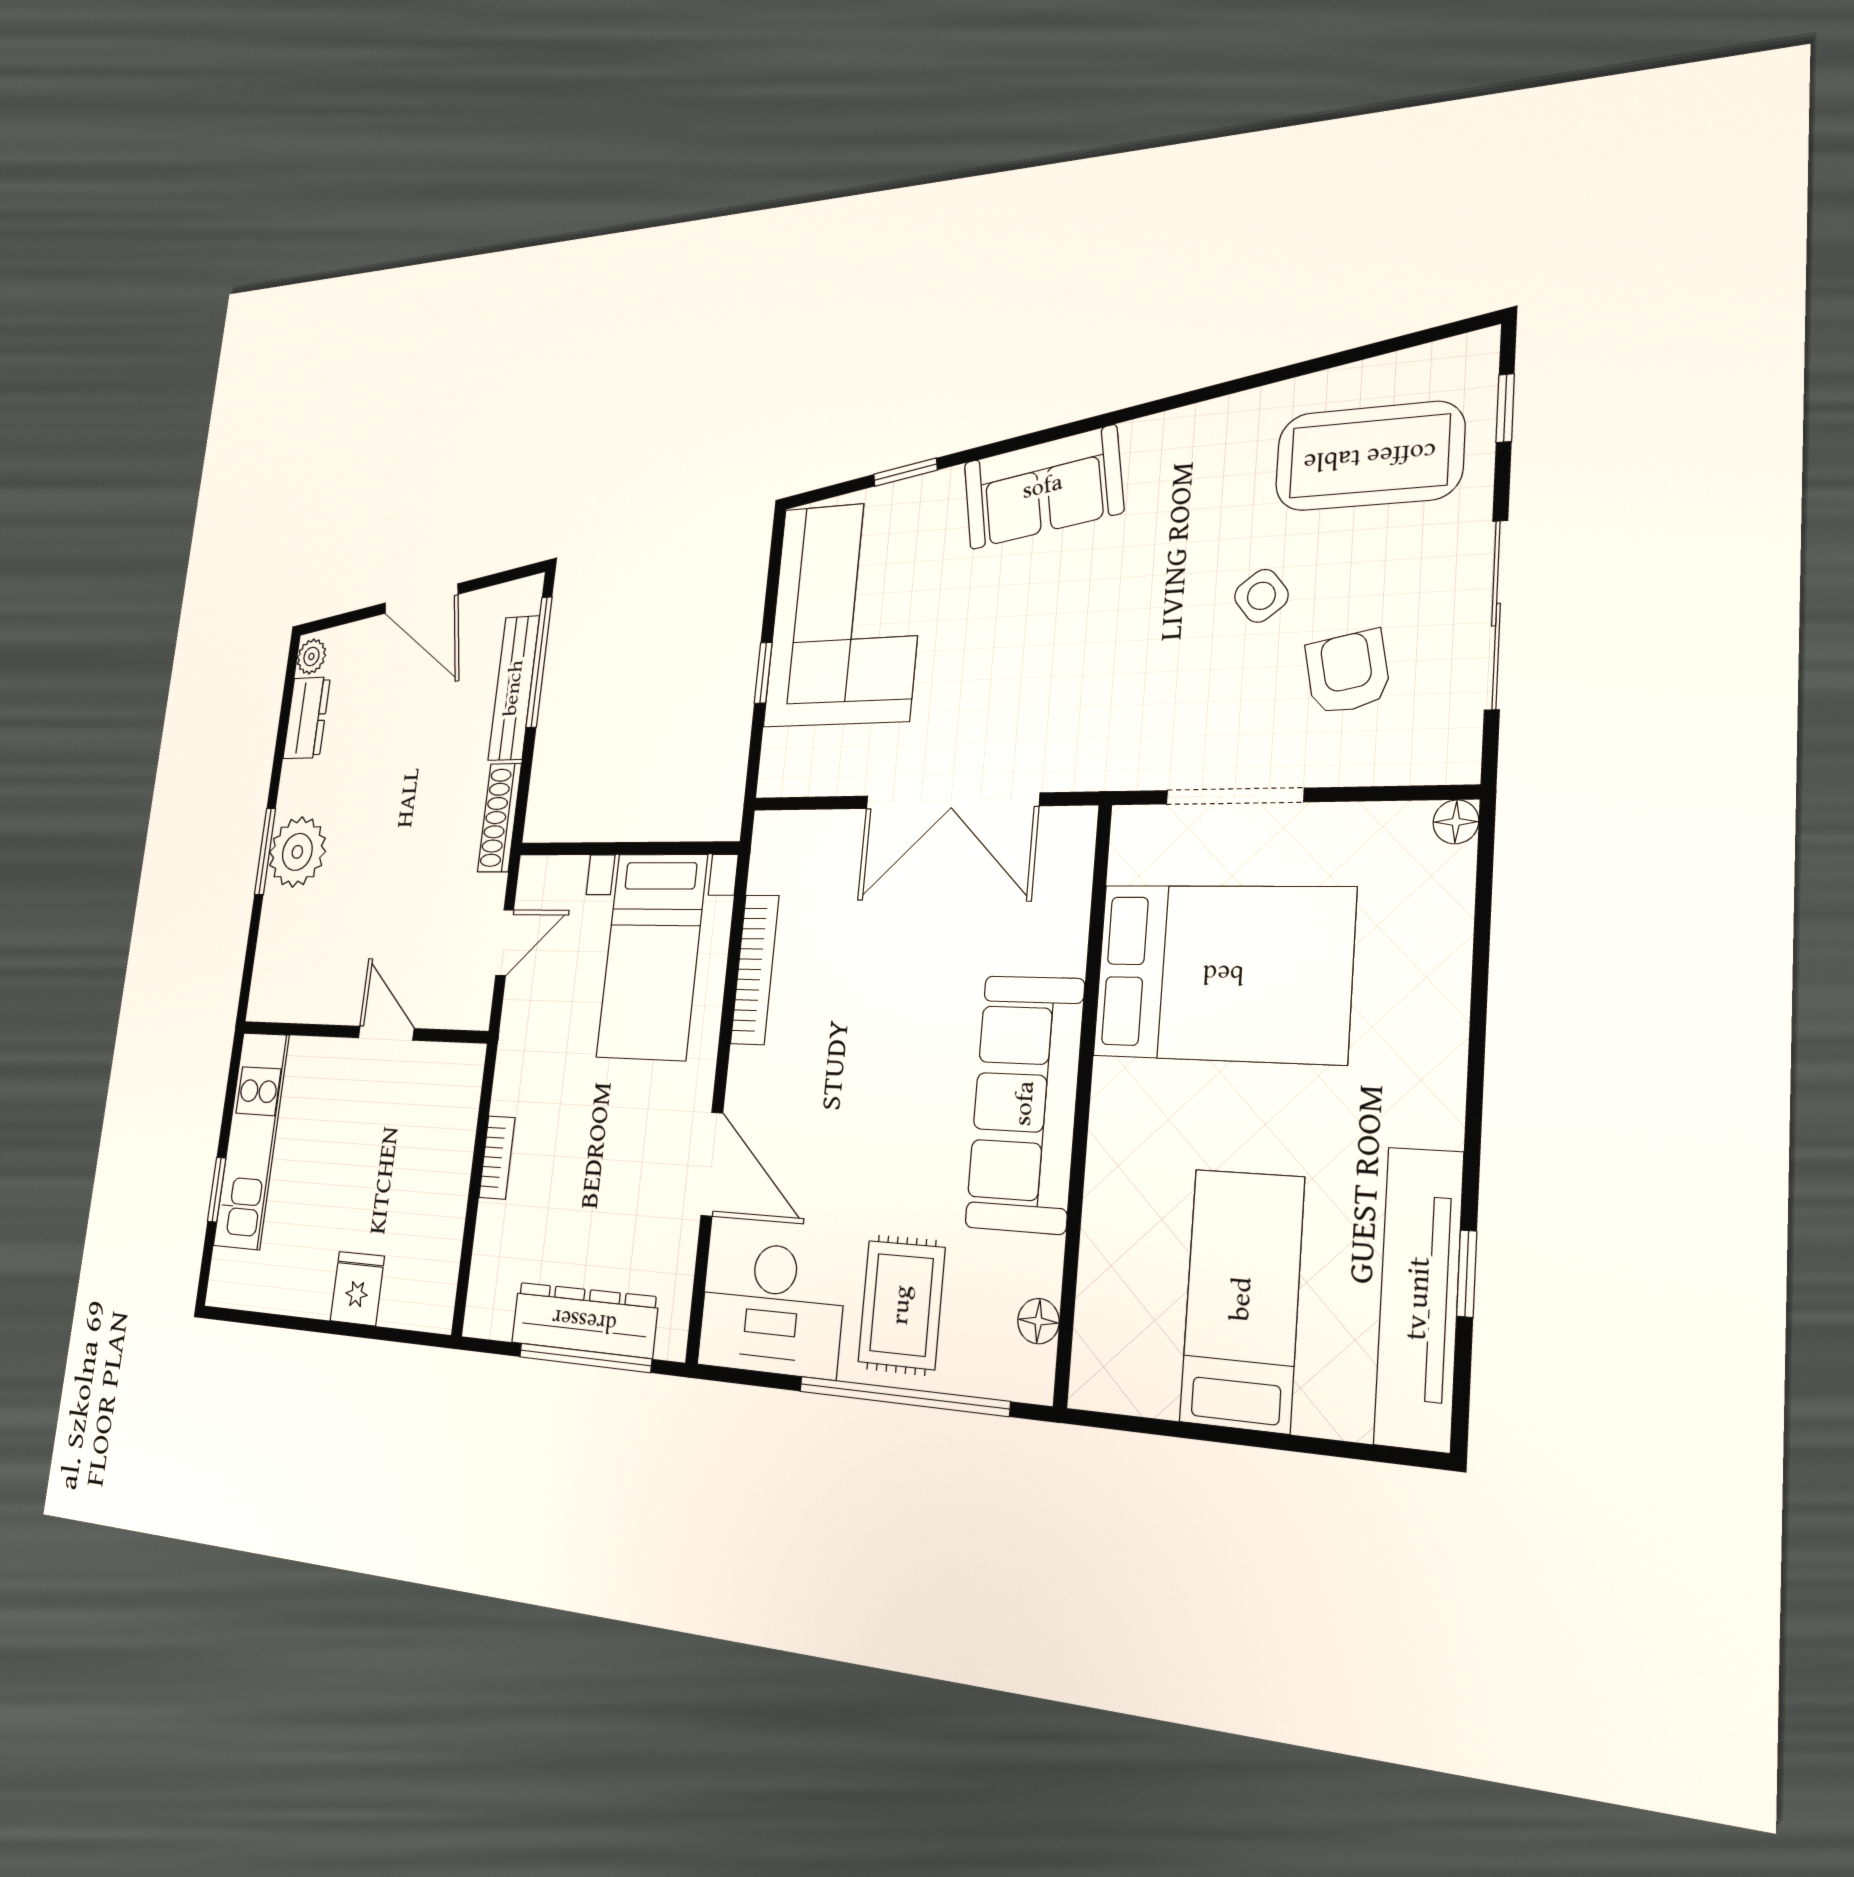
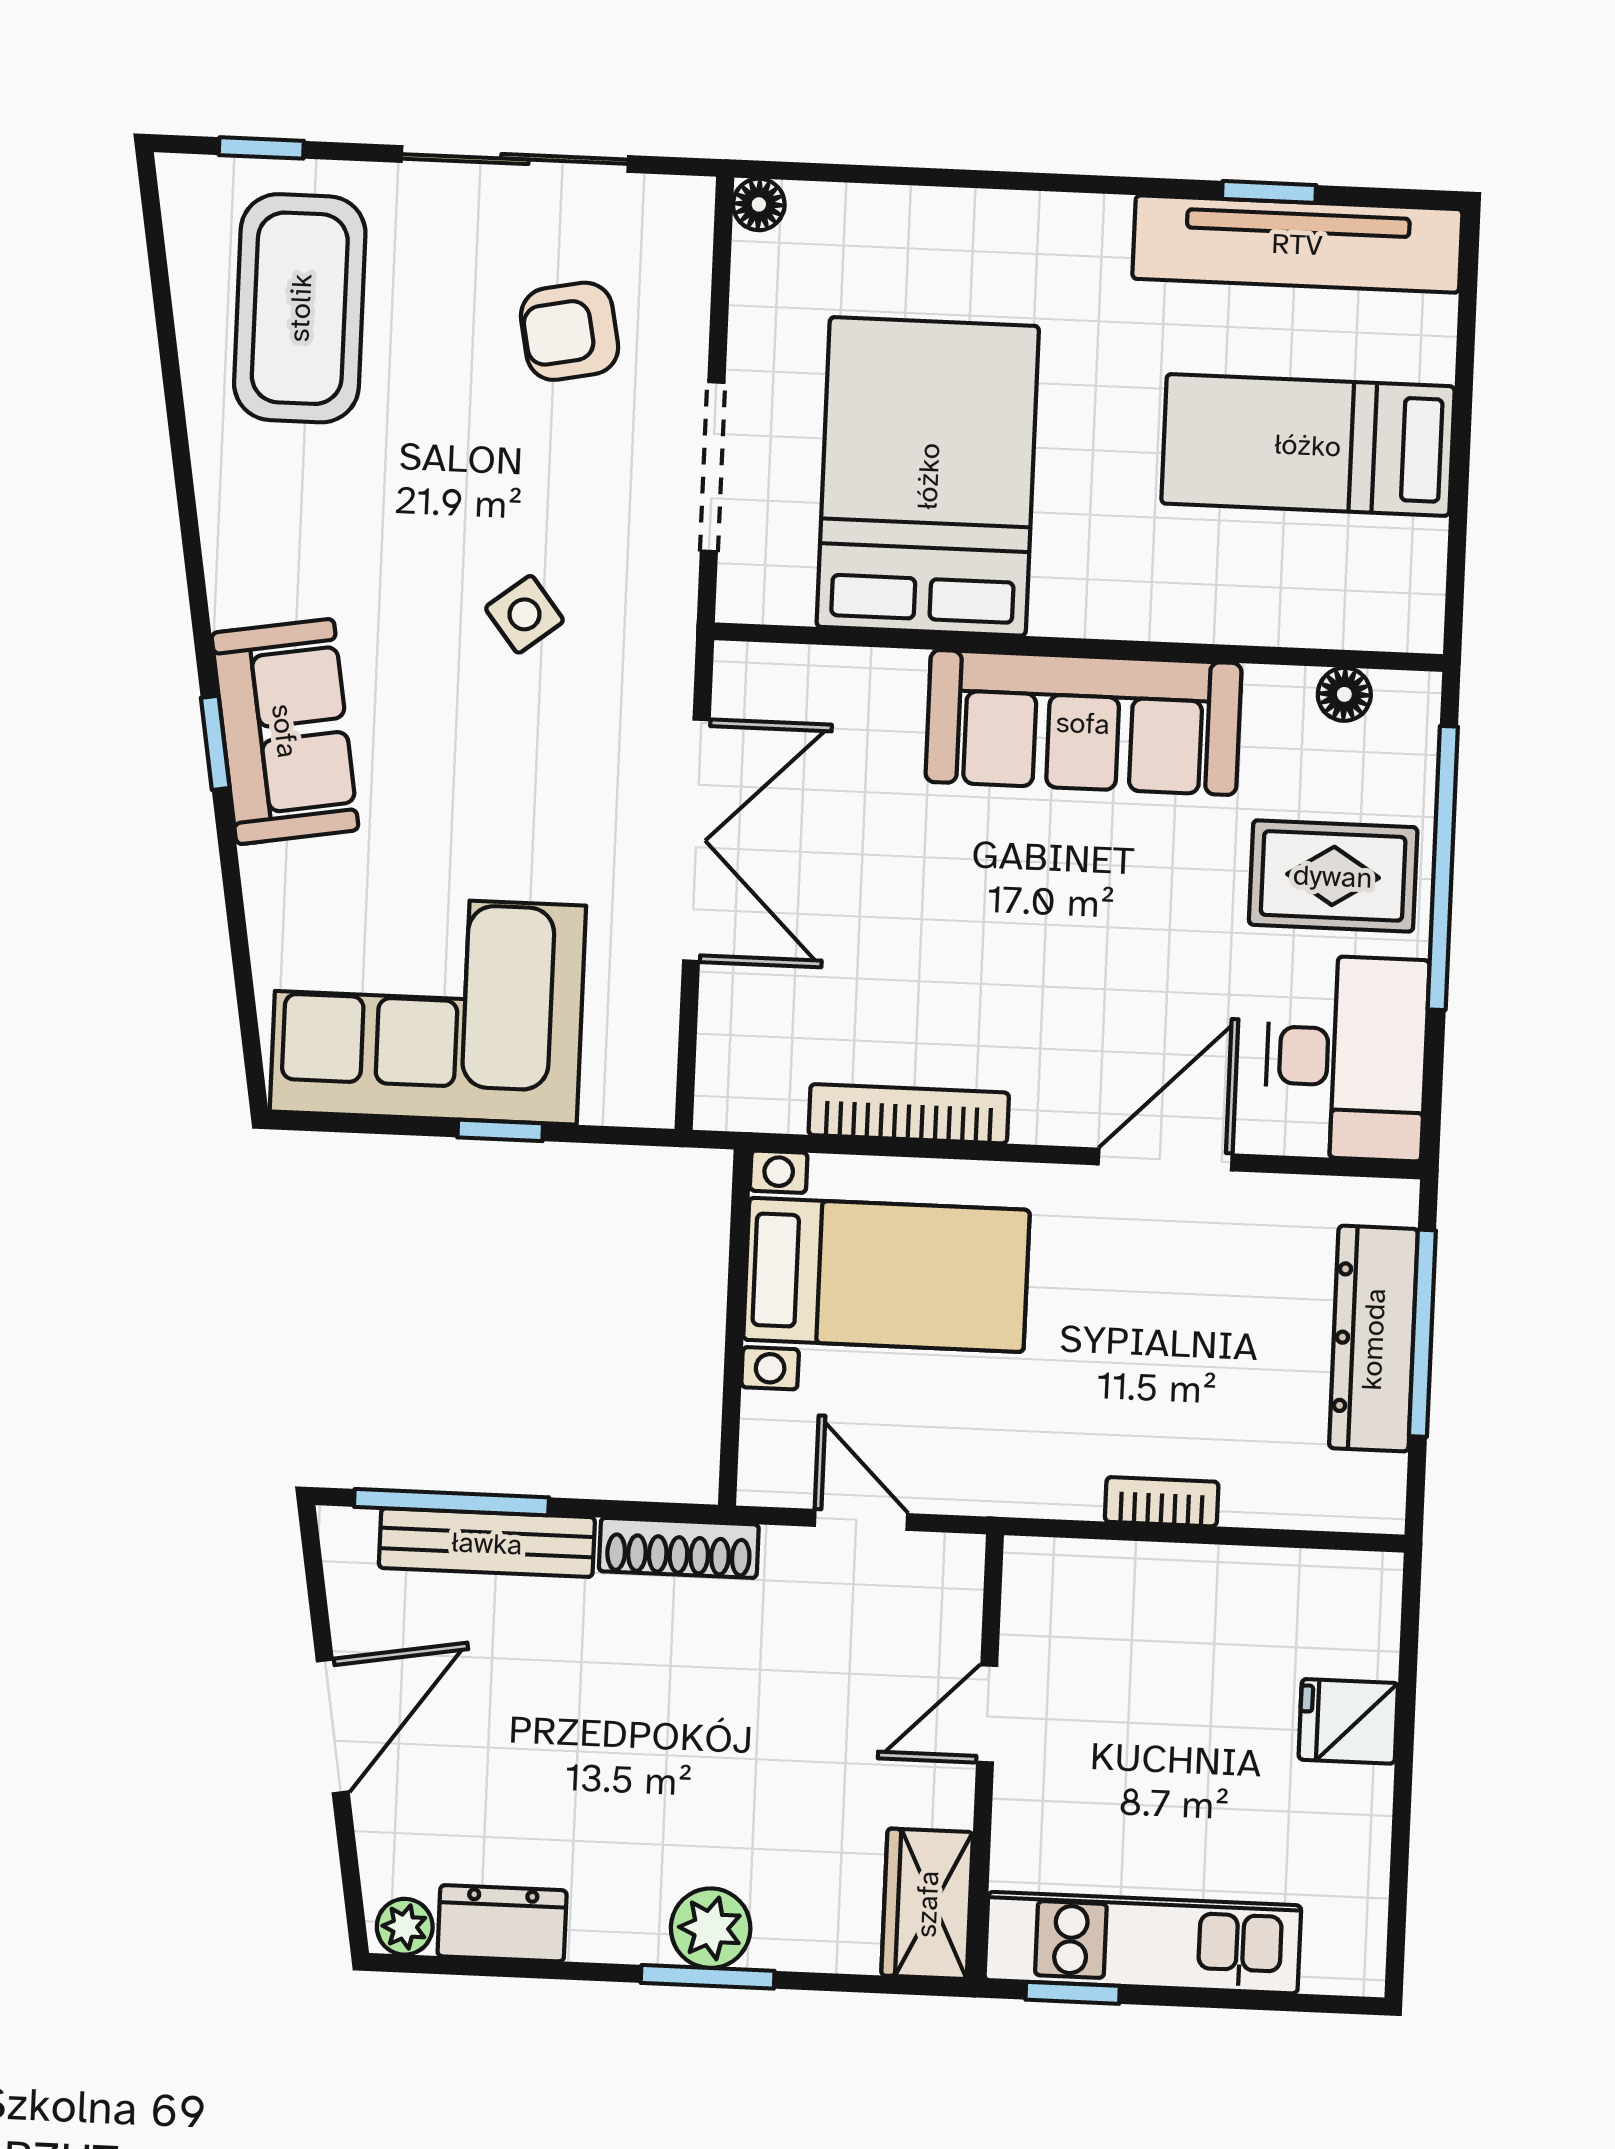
window: (905, 472) -> (215, 743), moved
side table: (1261, 596) -> (524, 614), moved
plant: (297, 852) -> (711, 1928), width x0.73, depth x0.73
wardrobe: (287, 994) -> (927, 1904), added
window: (217, 1190) -> (1073, 1993), moved

